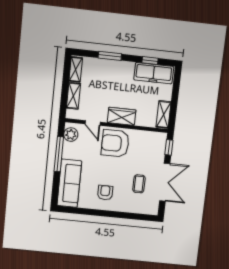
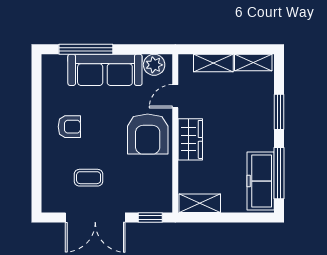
window: (150, 60) -> (279, 173), width x2.17
armchair: (115, 143) -> (148, 134), turned 180
window: (59, 154) -> (86, 49), moved
sofa: (69, 183) -> (105, 70), moved

